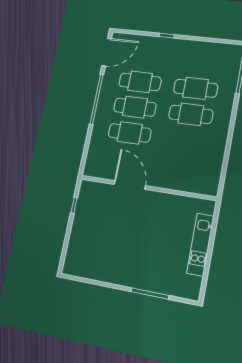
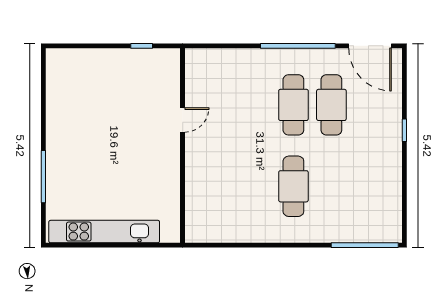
cafe table: (196, 88) -> (331, 186), removed
cafe table: (130, 133) -> (255, 105), removed
door: (130, 185) -> (183, 120), width x0.53
kitchen unit: (200, 245) -> (104, 232), width x1.36

